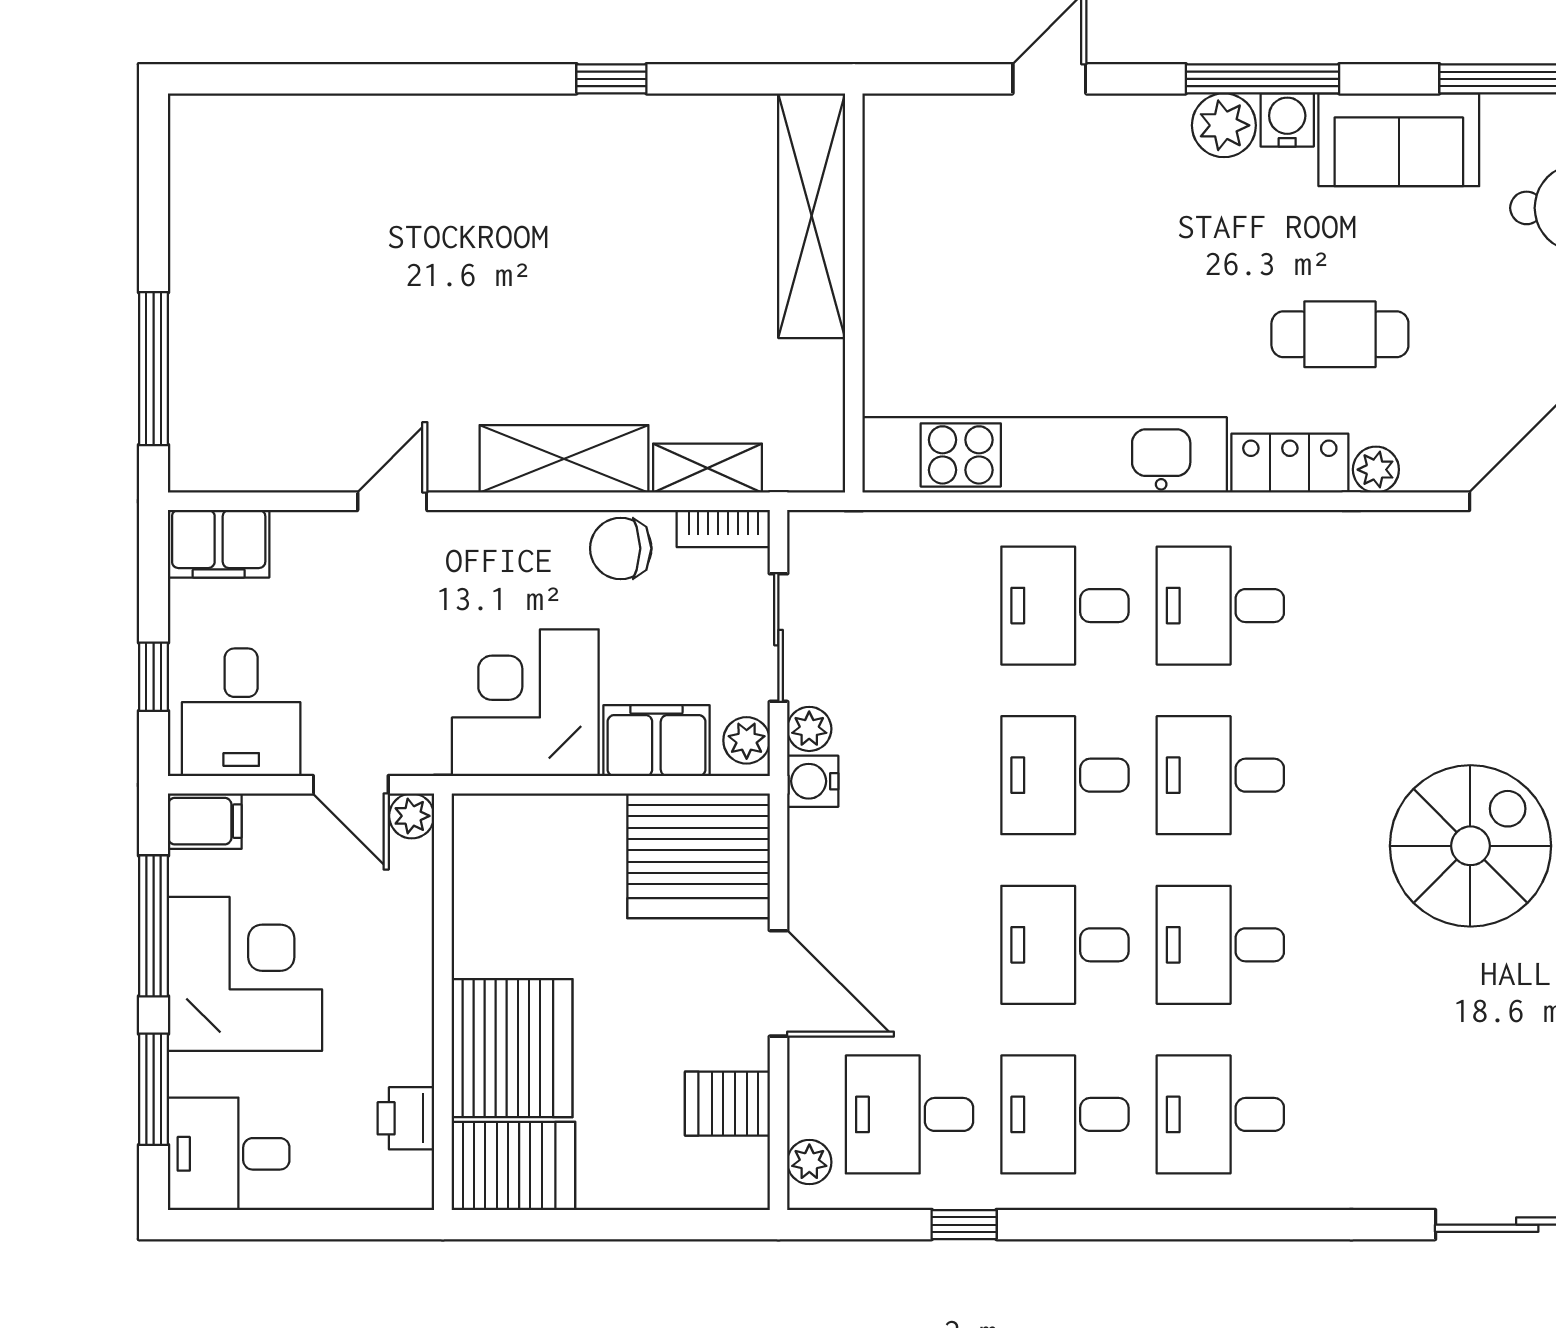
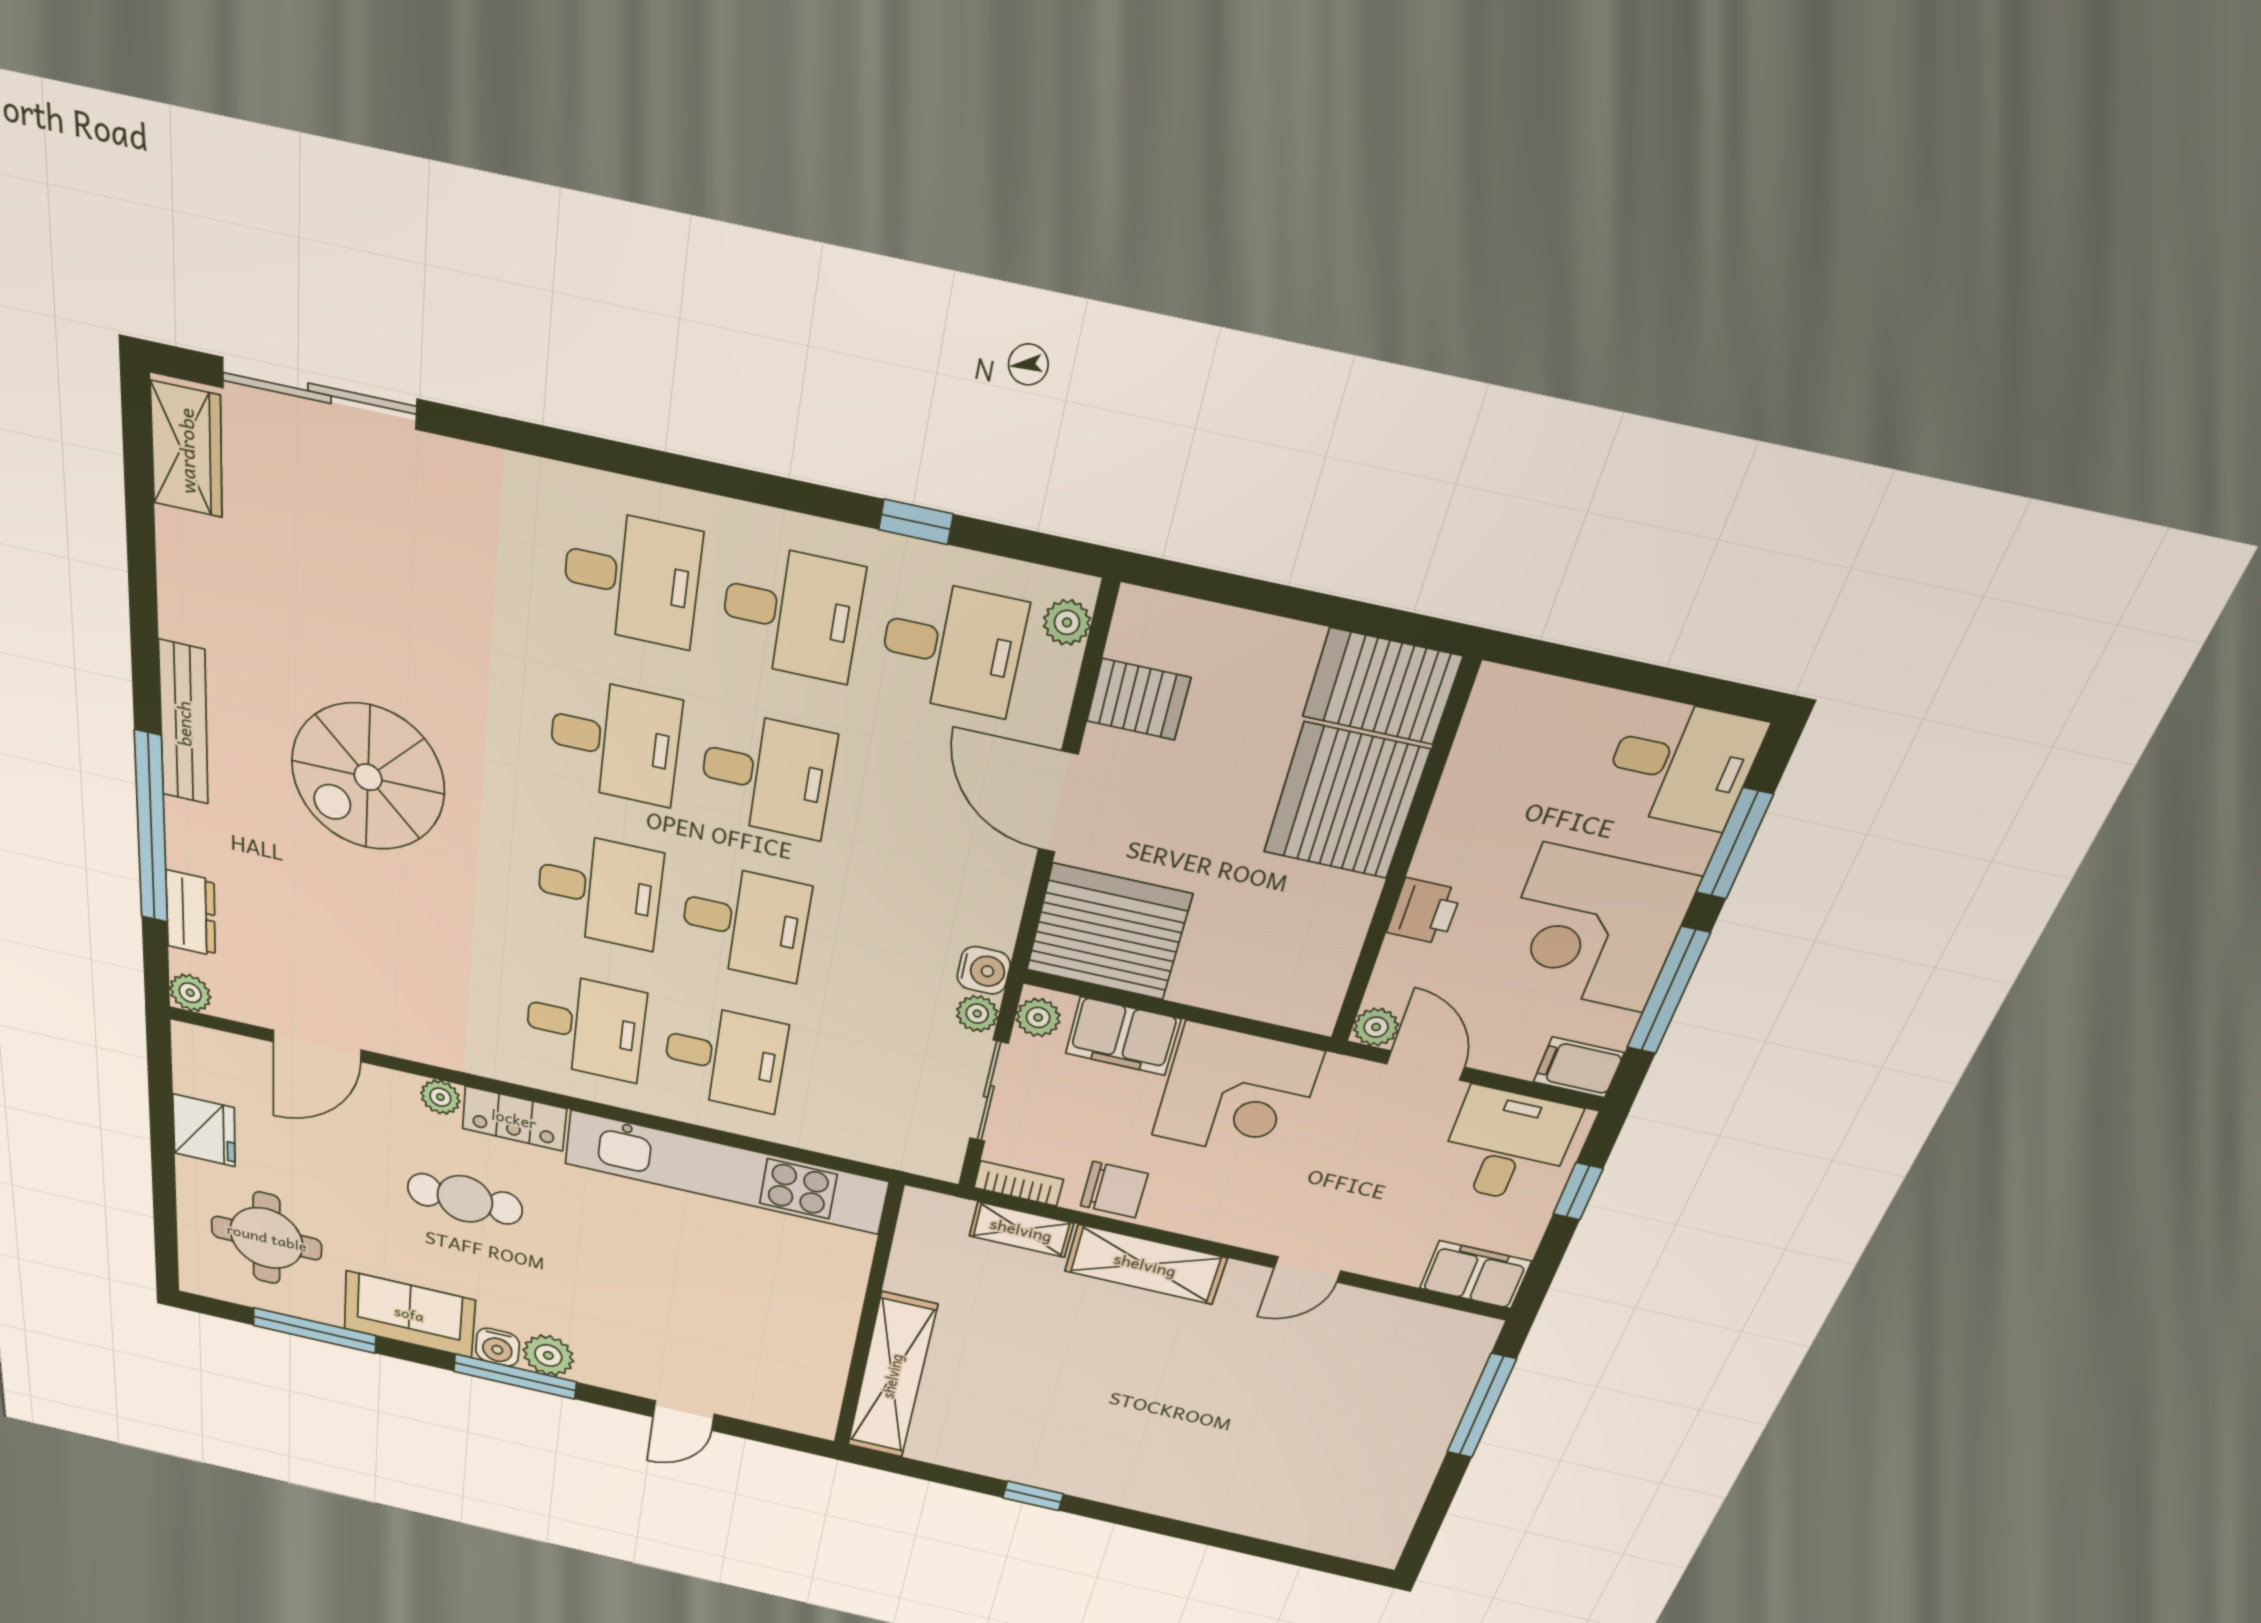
printer: (406, 1118) -> (1424, 911), moved

